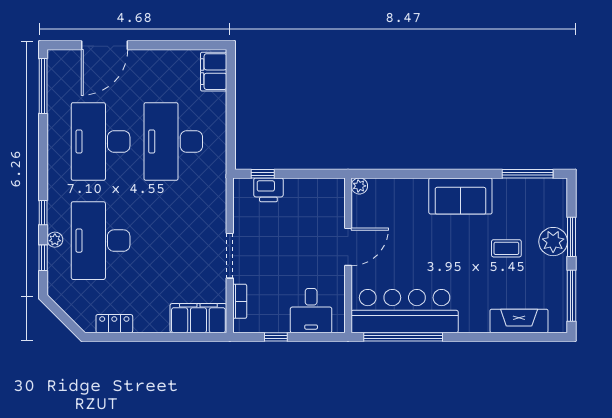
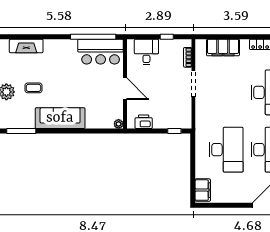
printer: (268, 190) -> (144, 122), moved
sofa: (460, 196) -> (60, 118), width x1.36
door: (348, 247) -> (125, 89), swing flipped
bar counter: (405, 311) -> (101, 52), width x0.73
filing cabinet: (198, 318) -> (223, 48), moved

